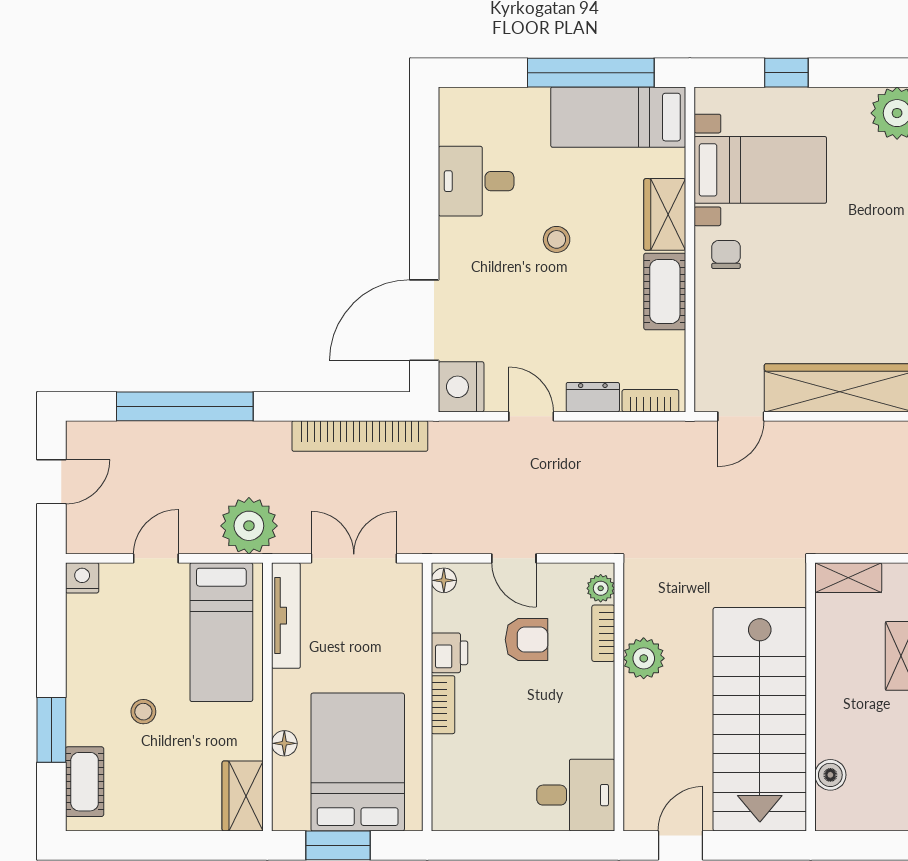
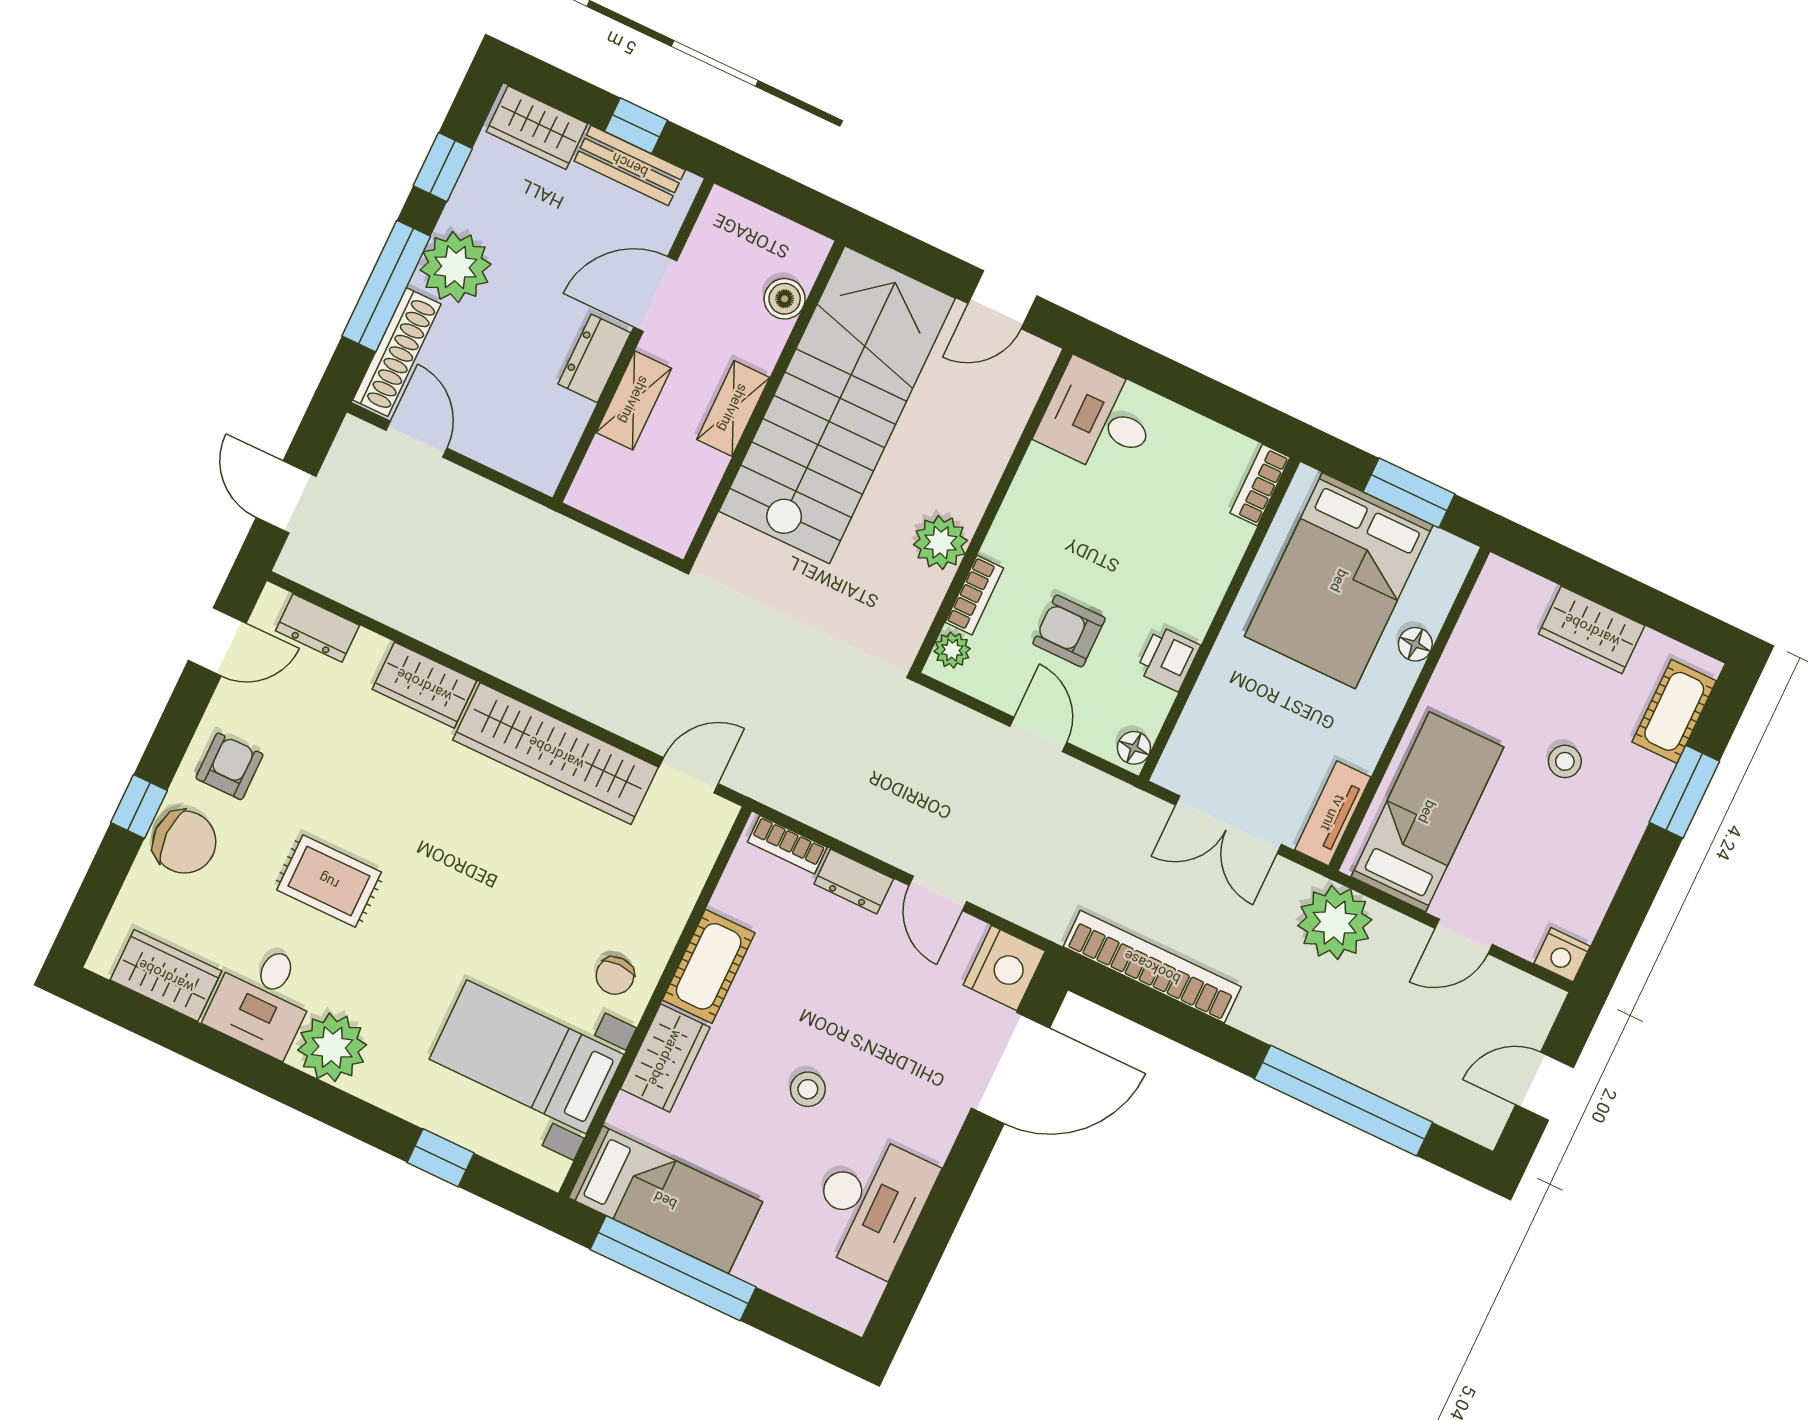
desk: (476, 181) -> (870, 1204), width x1.37
shelving: (848, 578) -> (733, 408), moved, turned 90
tv unit: (286, 616) -> (1333, 813), width x0.71
bookcase: (443, 705) -> (1260, 485), moved
wardrobe: (243, 796) -> (1592, 630), moved, turned 90

